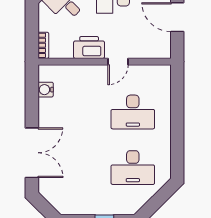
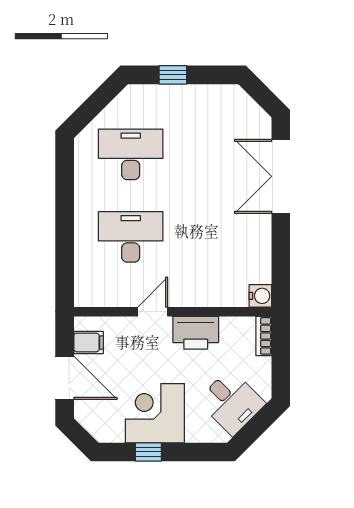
filing cabinet: (161, 41) -> (89, 342), added
water cooler: (46, 90) -> (260, 296), moved

